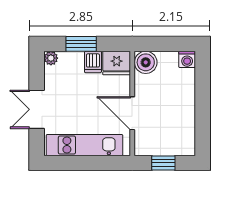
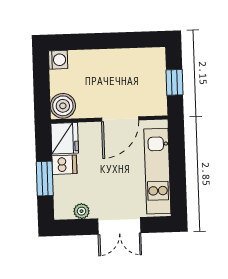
plant: (51, 58) -> (82, 211), moved

